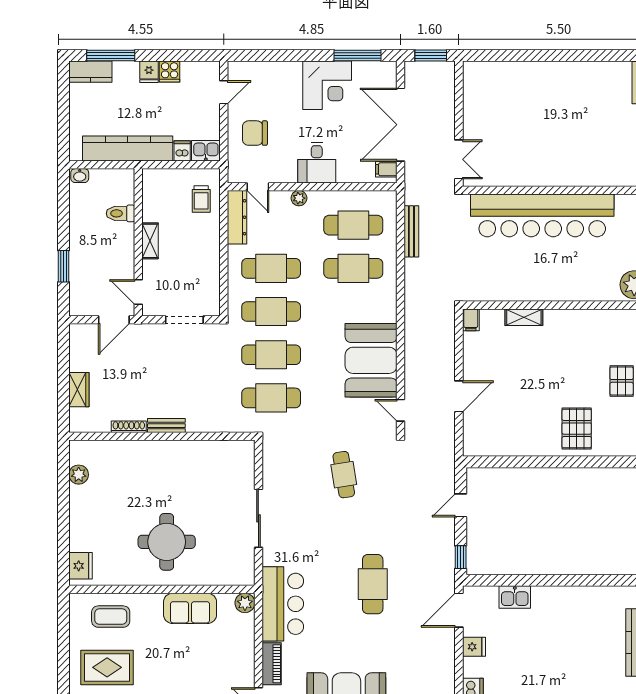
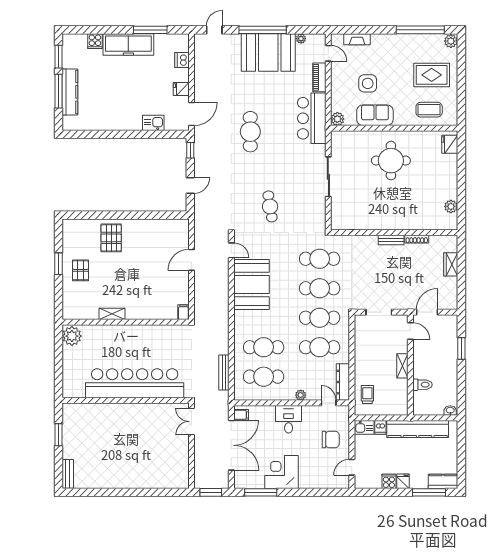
shelving: (524, 317) -> (112, 314), moved
side table: (201, 655) -> (368, 83), added

